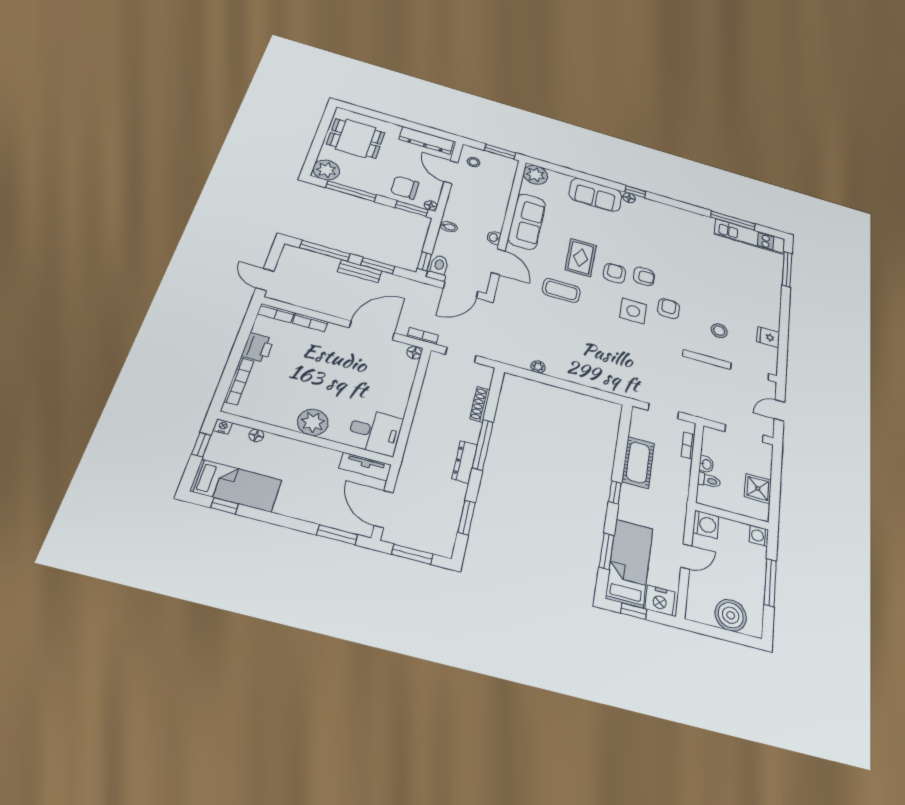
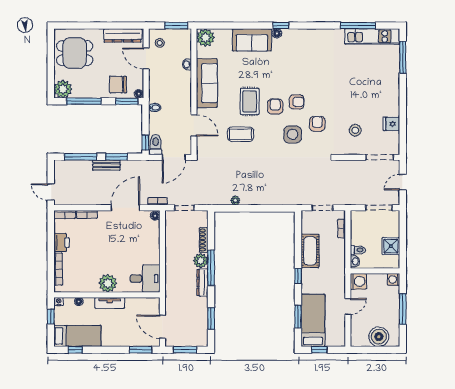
washbasin: (494, 238) -> (187, 64), moved
plant: (469, 431) -> (201, 261), added
washbasin: (706, 464) -> (355, 261), moved
tv unit: (365, 466) -> (110, 303), moved
nightstand: (660, 600) -> (334, 339), removed

